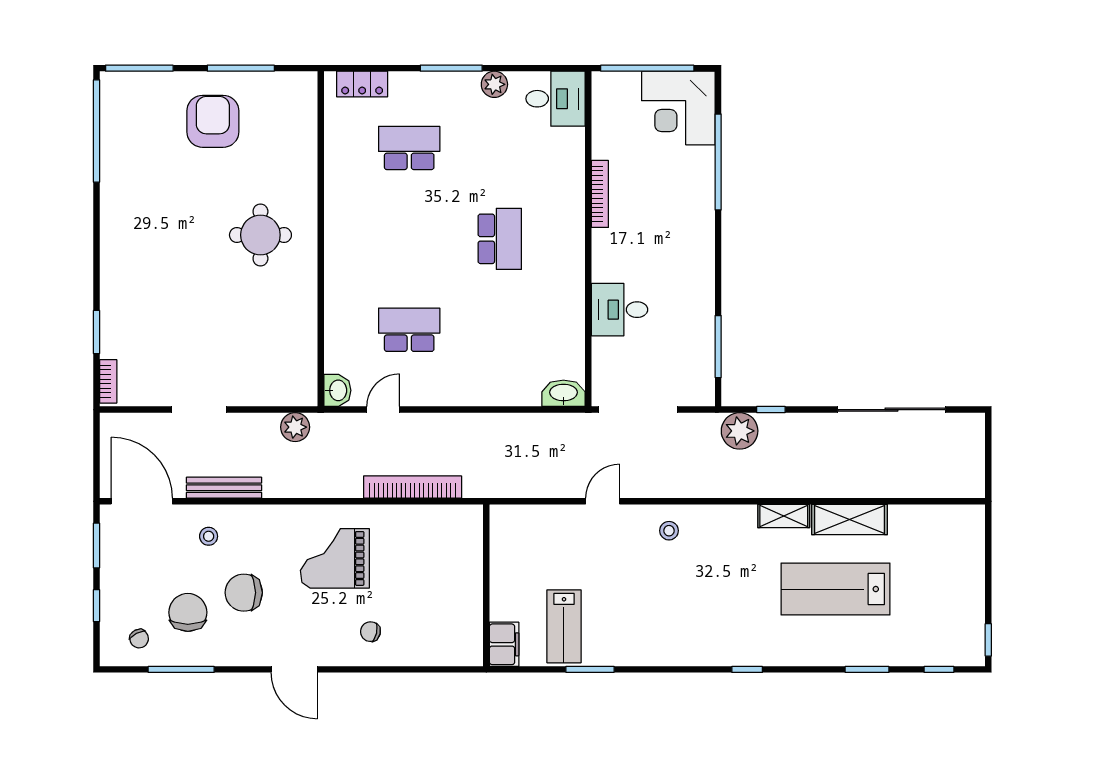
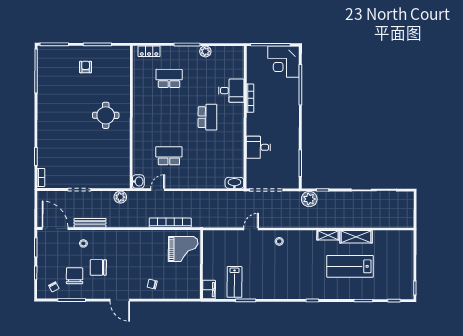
desk: (556, 99) -> (231, 91), moved
armchair: (213, 121) -> (86, 67), width x0.53, depth x0.53
grand piano: (335, 558) -> (183, 249), moved, turned 180

